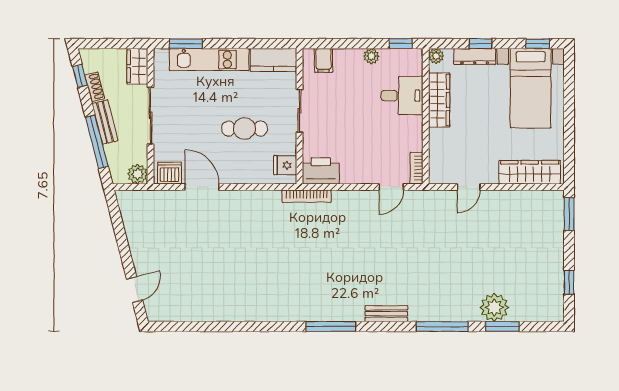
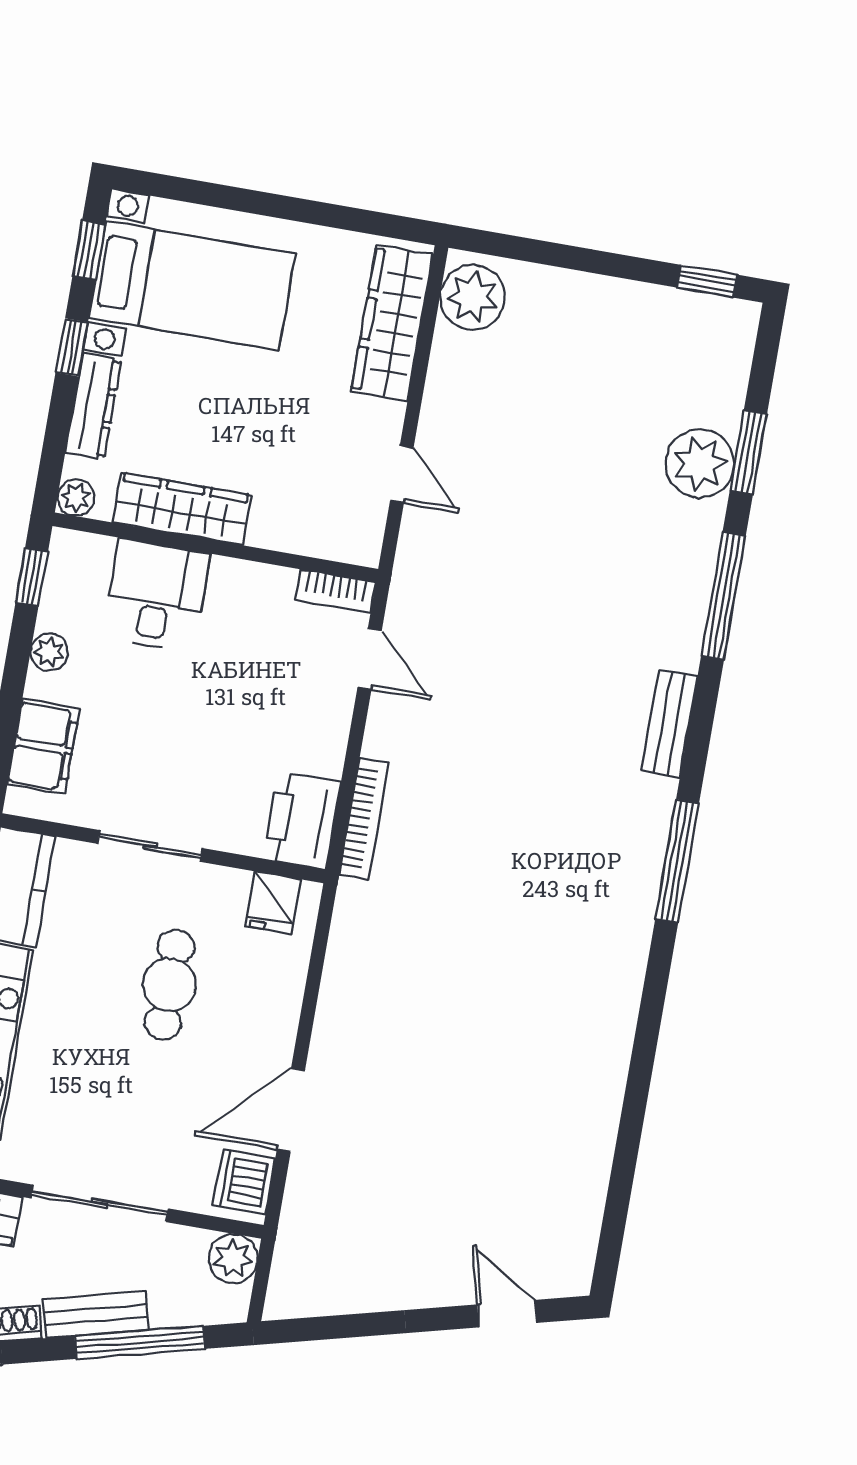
window: (481, 44) -> (72, 347), moved
filing cabinet: (324, 60) -> (43, 746), width x2.00
bookcase: (307, 196) -> (364, 819), moved
plant: (546, 203) -> (473, 297), added
window: (569, 214) -> (508, 246), removed
window: (569, 282) -> (707, 281), moved

